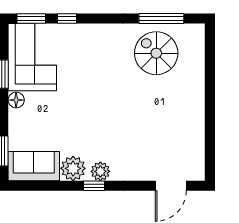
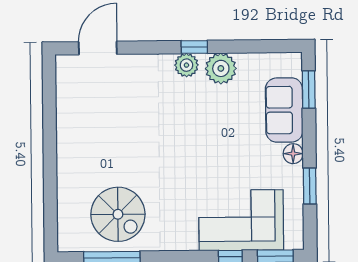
corner sofa: (32, 57) -> (241, 220), moved, turned 90
sofa: (34, 166) -> (284, 110), moved, turned 90

